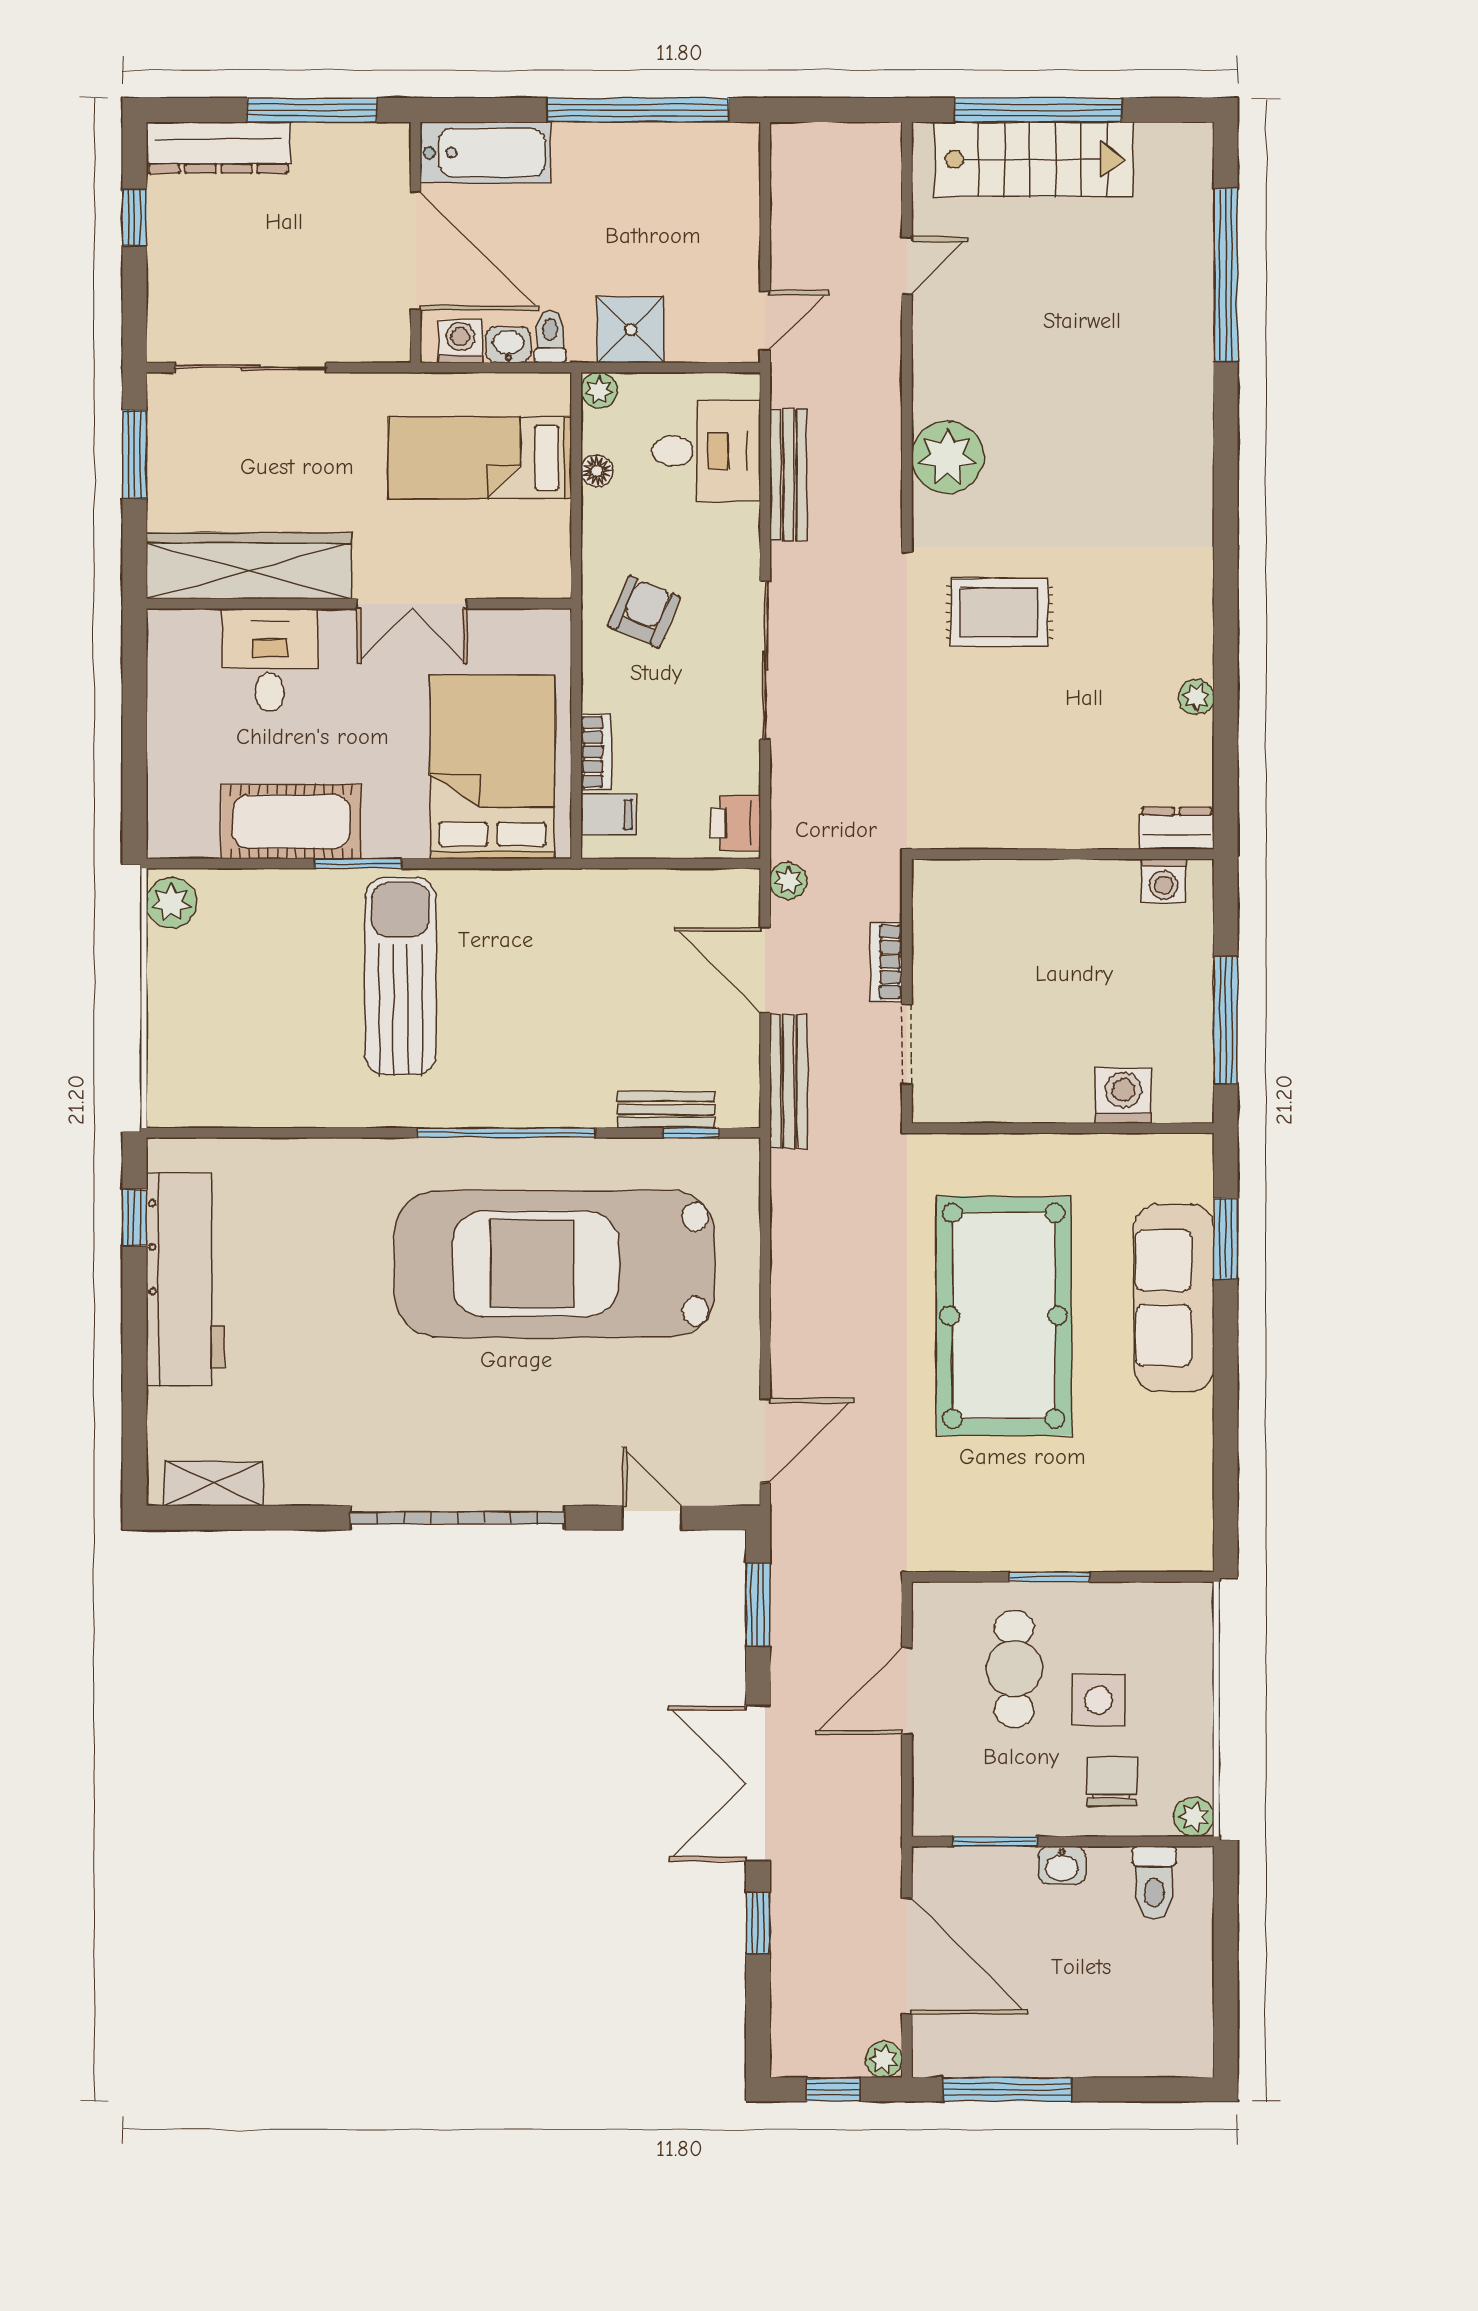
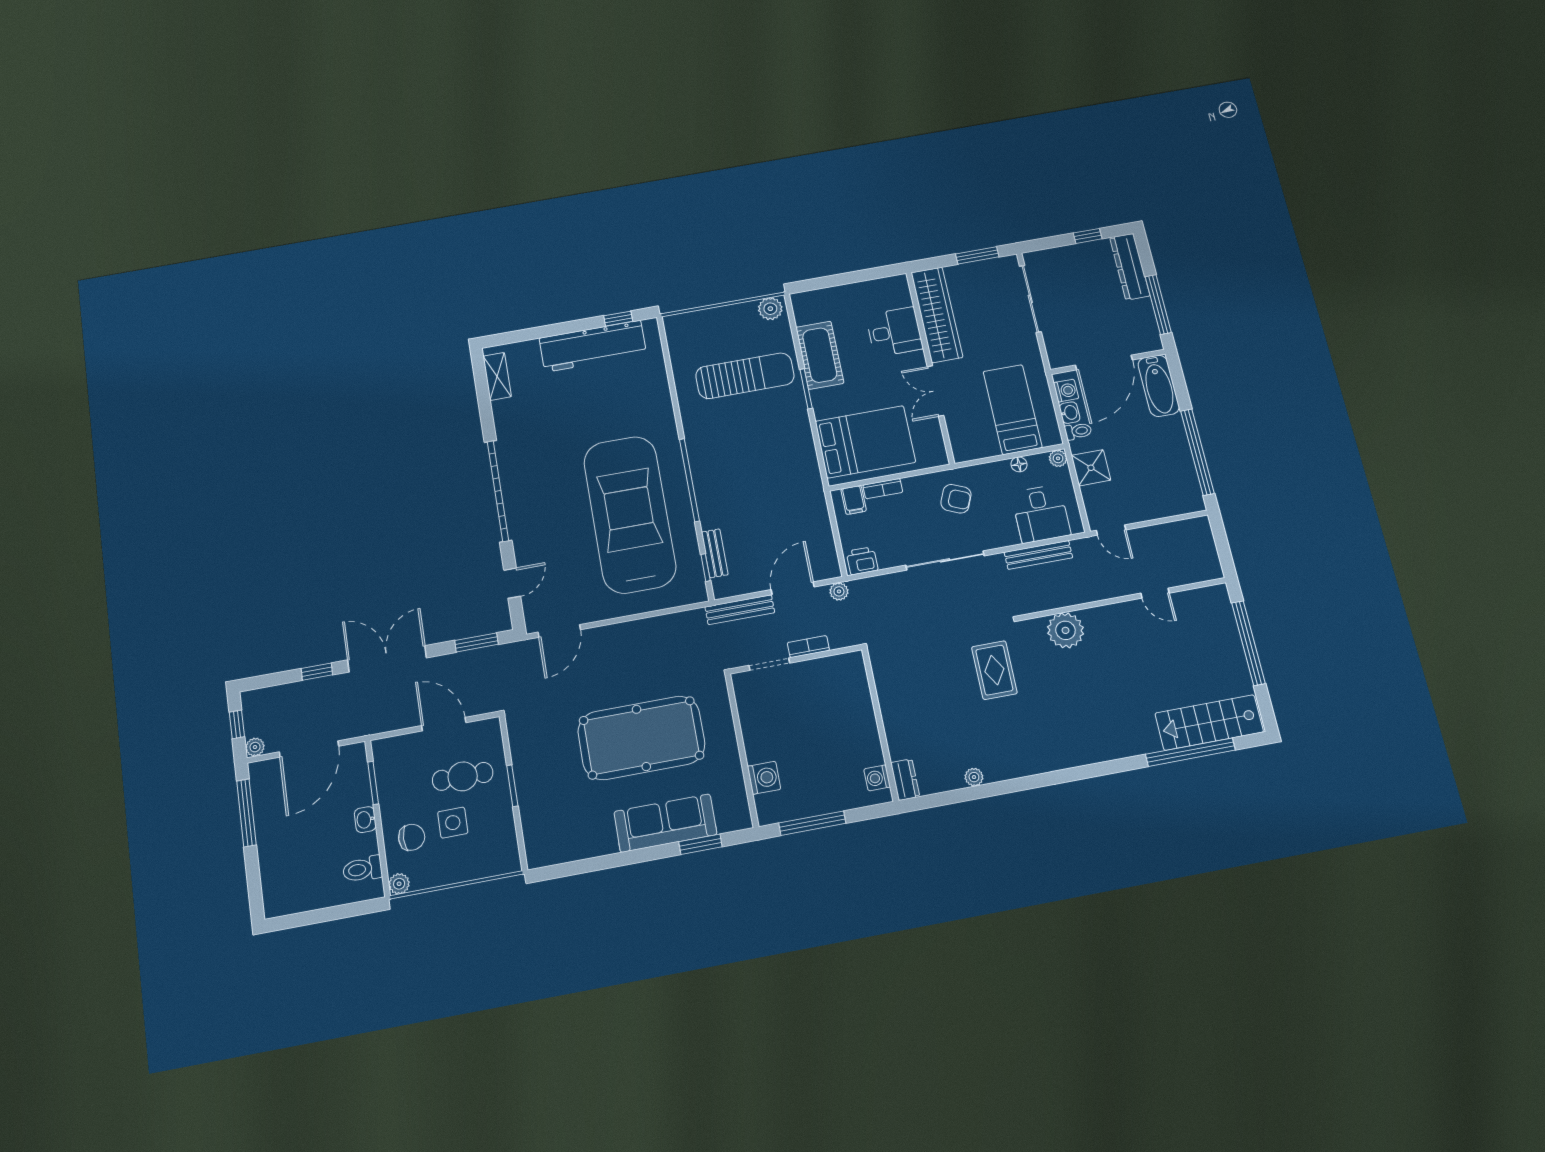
stairs: (1034, 159) -> (1209, 723), moved, turned 90
sun lounger: (400, 976) -> (745, 376), moved
door: (765, 1440) -> (559, 631), hinge flipped

